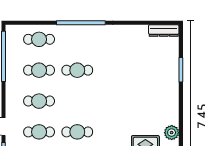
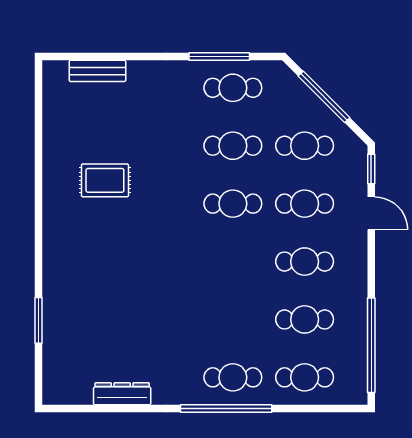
dresser: (164, 31) -> (122, 394), moved
cafe table: (77, 70) -> (233, 377), moved
plant: (172, 133) -> (56, 202), removed

